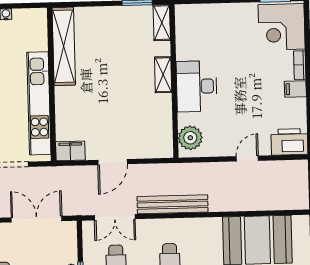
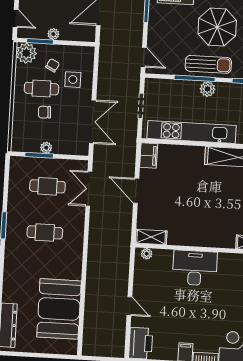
shelving: (163, 75) -> (151, 237), moved
plant: (190, 138) -> (147, 254), width x0.53, depth x0.53
bench: (173, 204) -> (96, 239), removed

